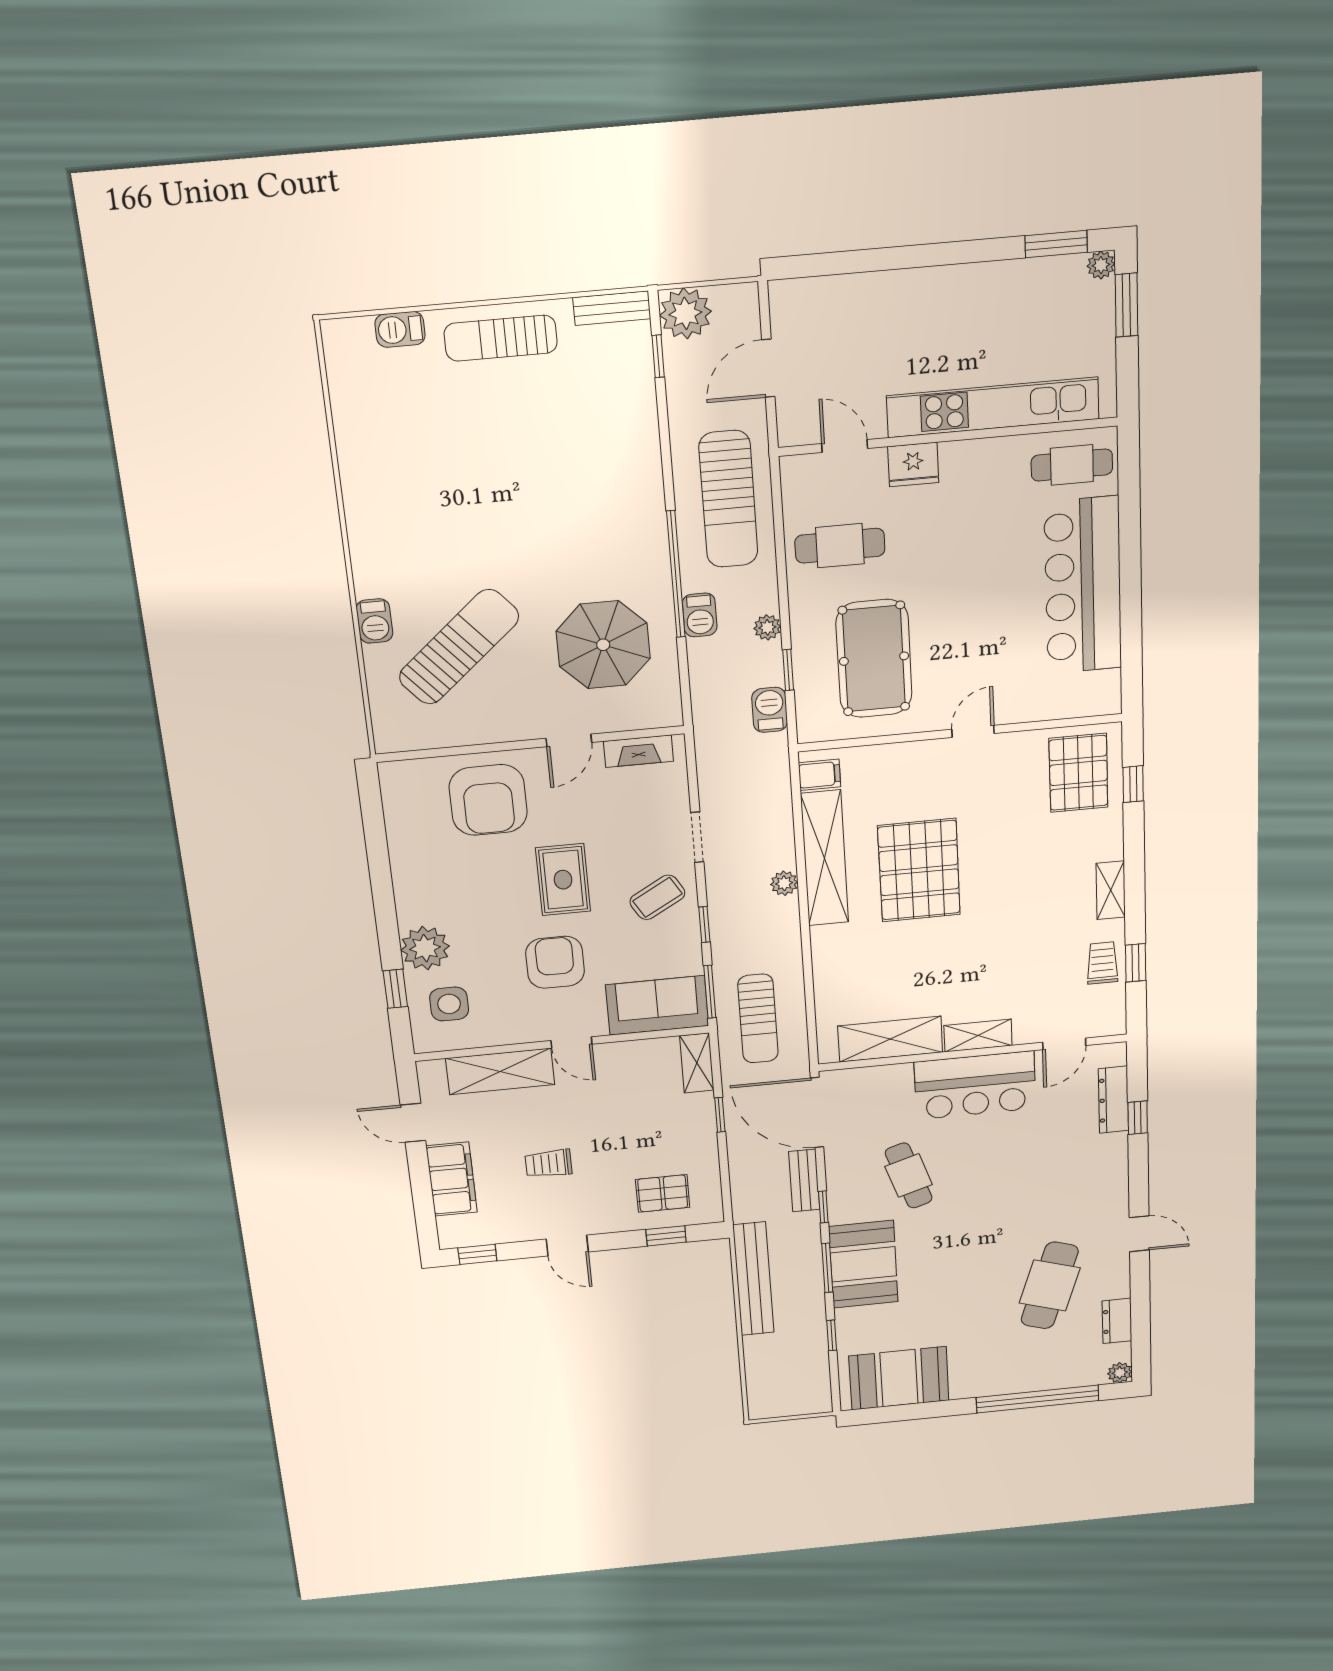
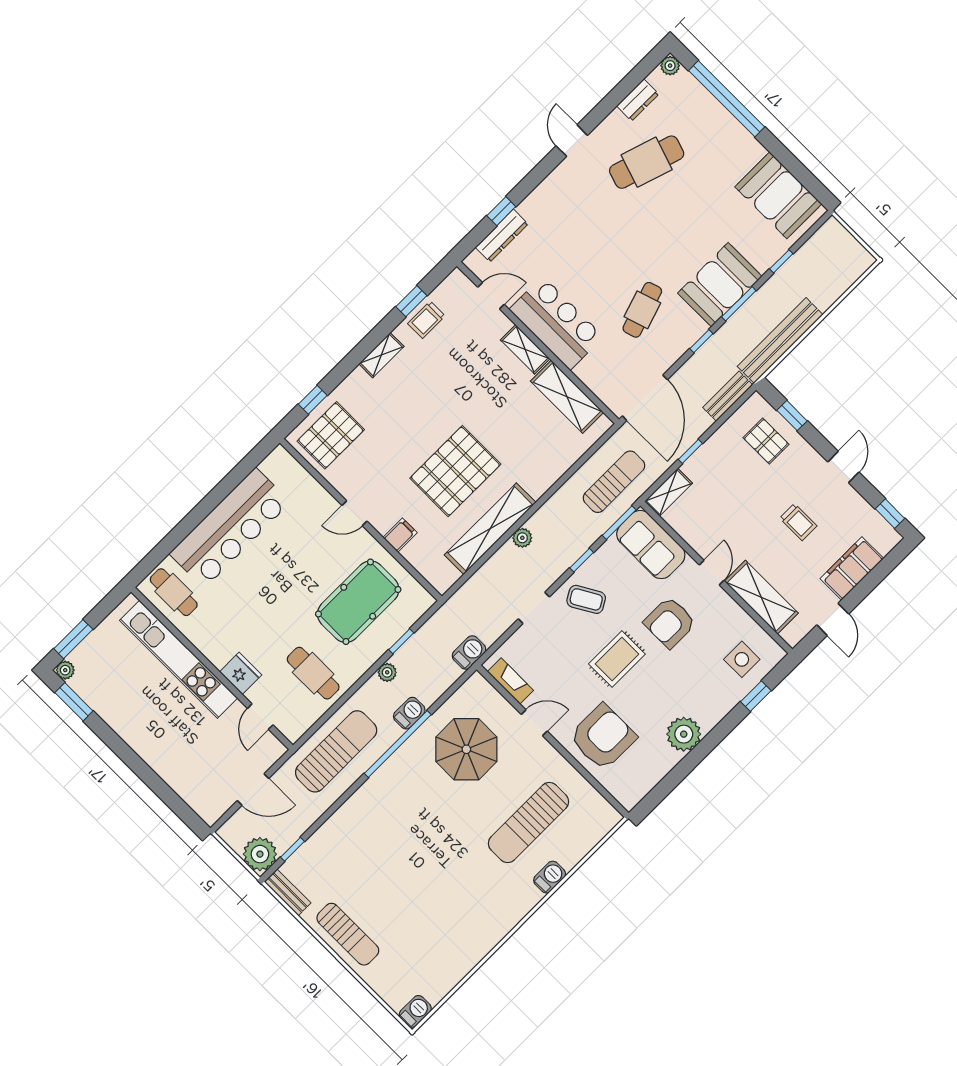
barbecue: (400, 329) -> (415, 1011), moved, turned -90
sun lounger: (459, 647) -> (528, 823), turned -49
barbecue: (770, 710) -> (469, 653), moved, turned 180
filing cabinet: (819, 775) -> (400, 535), moved, turned 90
plant: (425, 948) -> (684, 734), moved
bench: (804, 1181) -> (728, 396), moved

